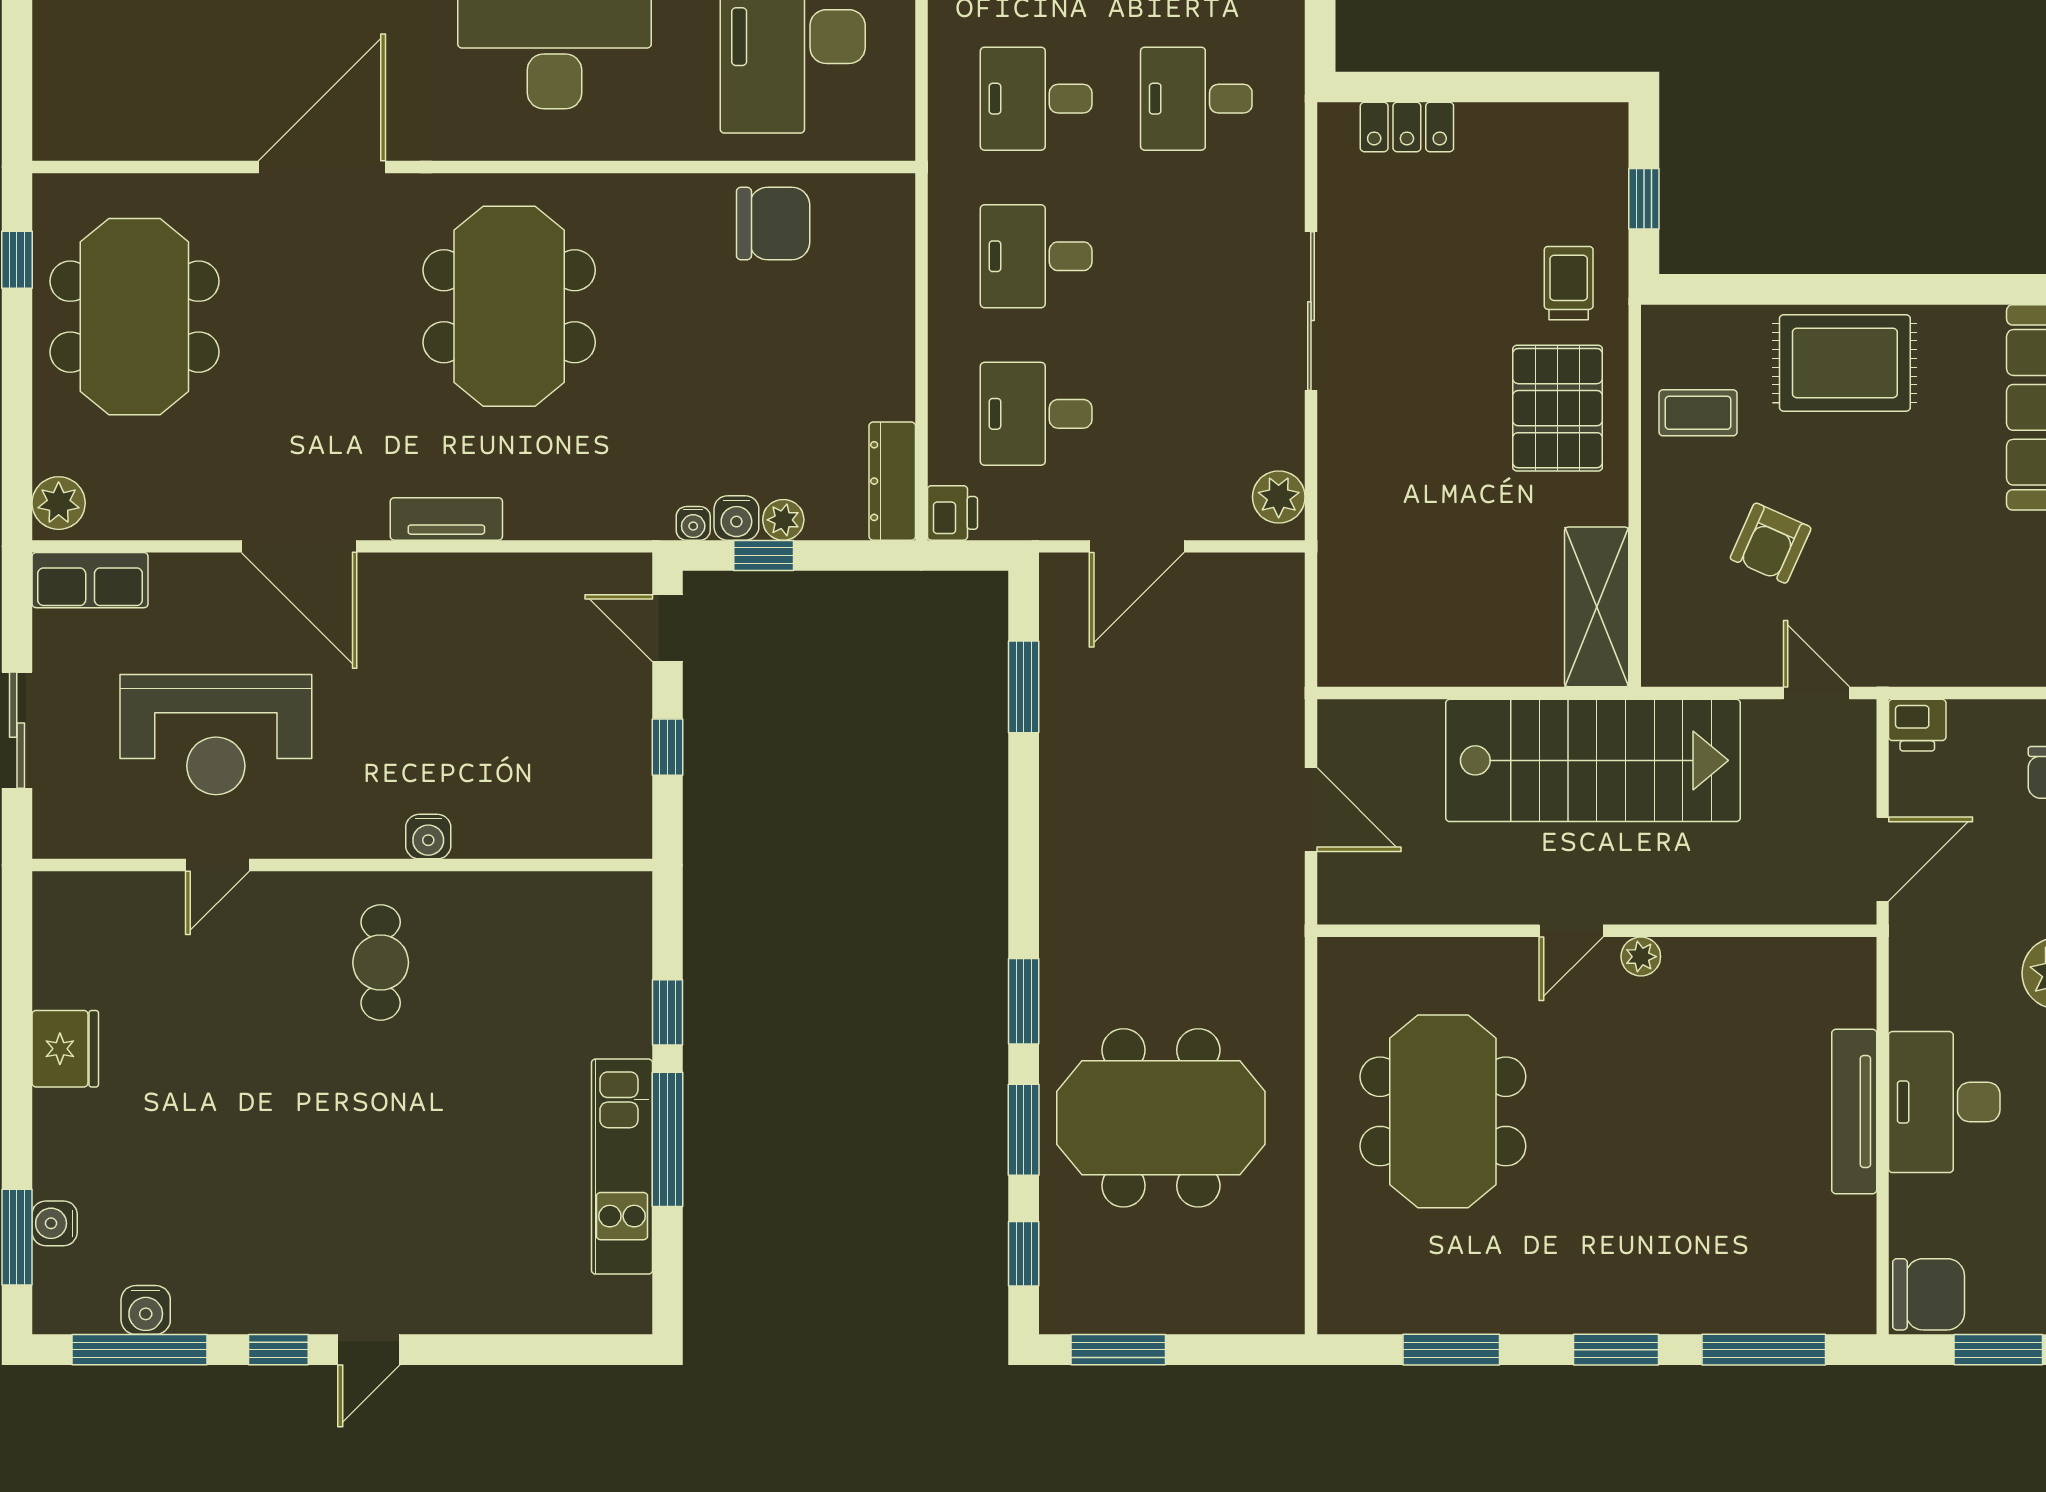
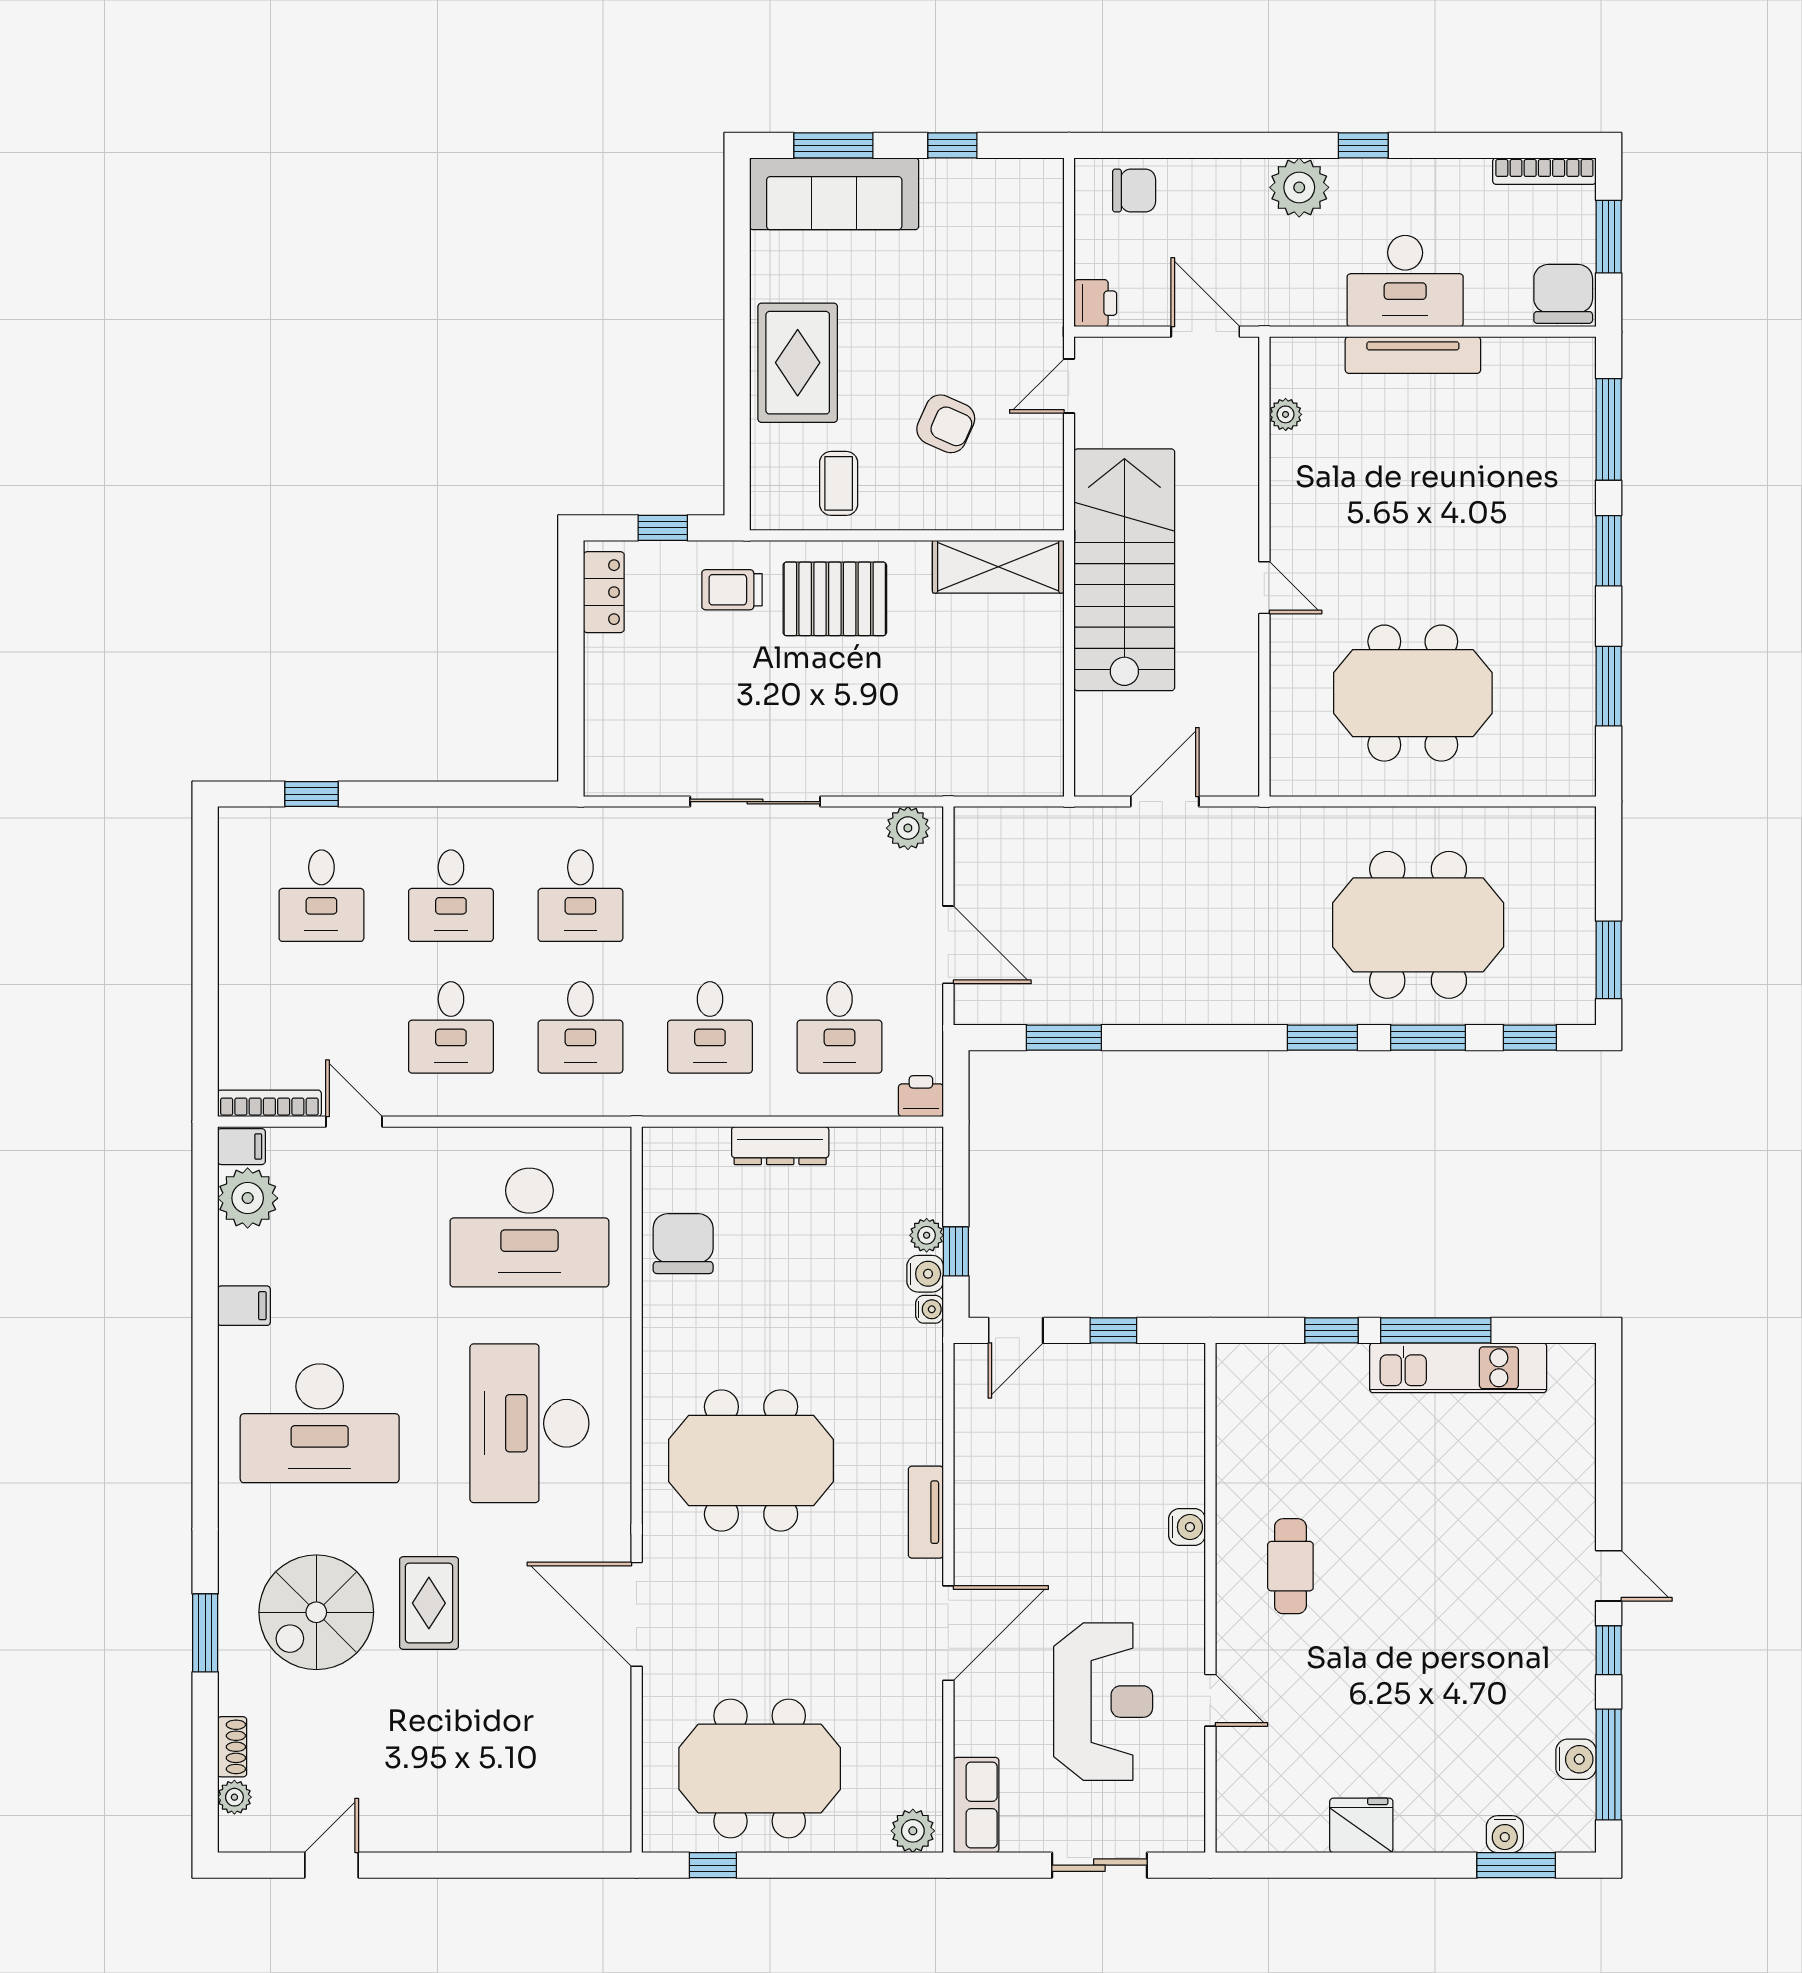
locker: (1407, 127) -> (604, 592), moved
dresser: (892, 481) -> (780, 1146), moved
plant: (1641, 957) -> (1286, 414), moved
cafe table: (381, 963) -> (1290, 1566), turned 90
meeting table: (1161, 1118) -> (1418, 925), turned 90

